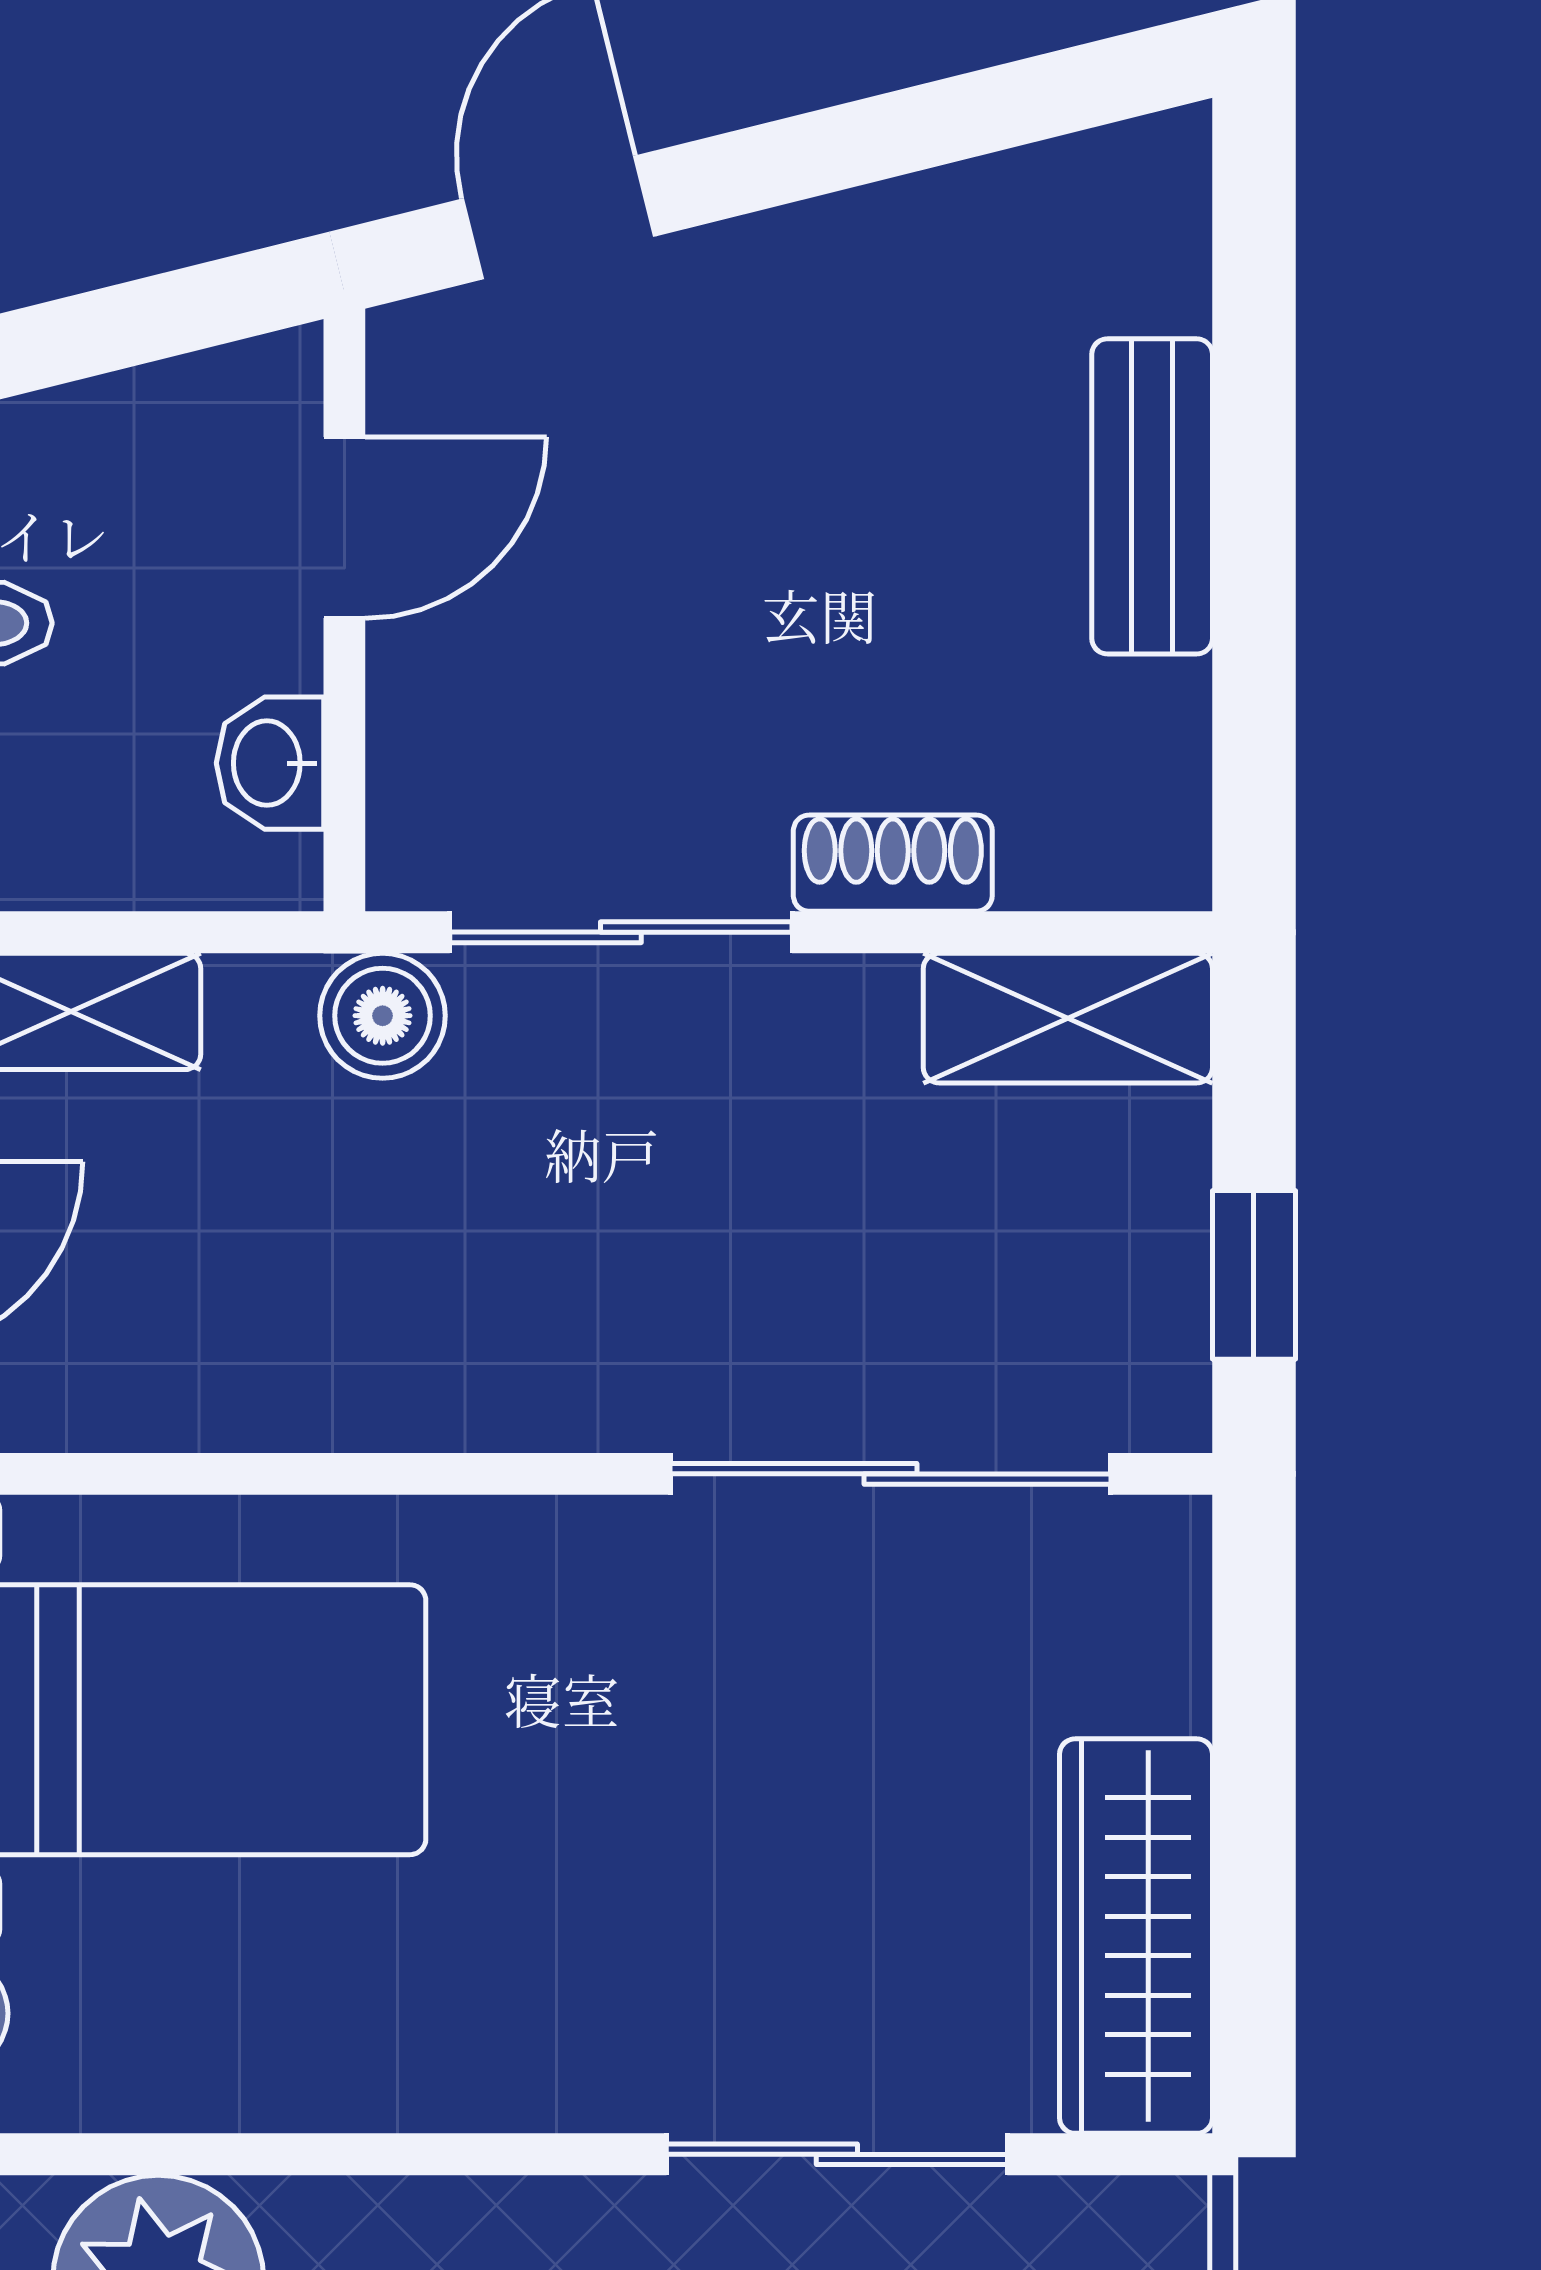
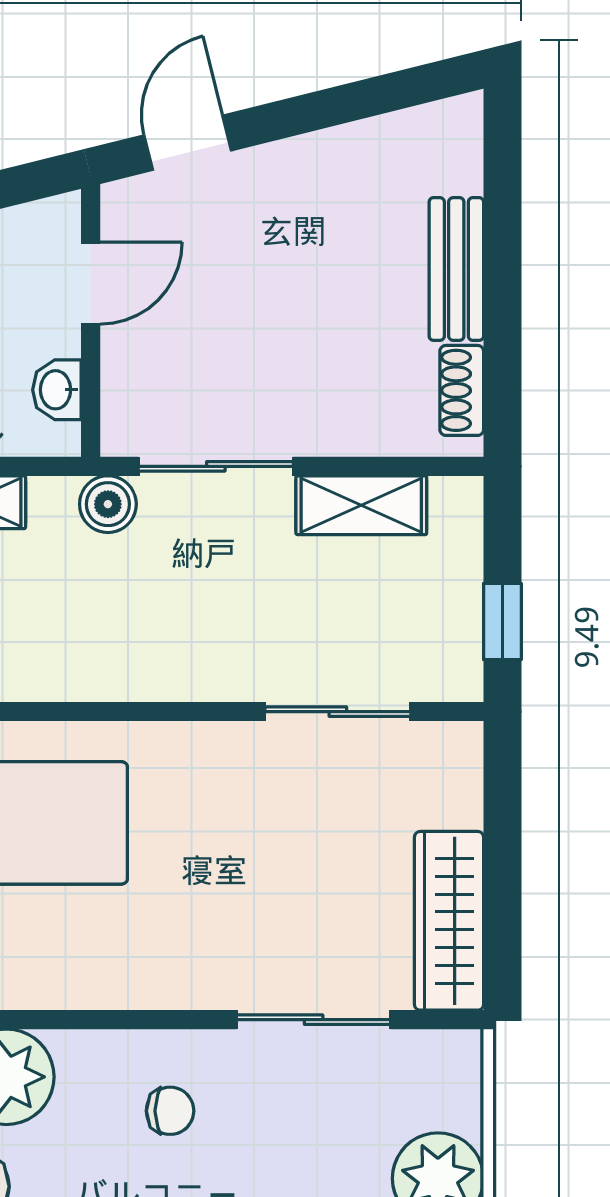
shoe rack: (893, 863) -> (462, 390), moved, turned -90
shelving: (1068, 1018) -> (361, 505), moved
sliding door: (891, 1474) -> (338, 712), width x0.73

